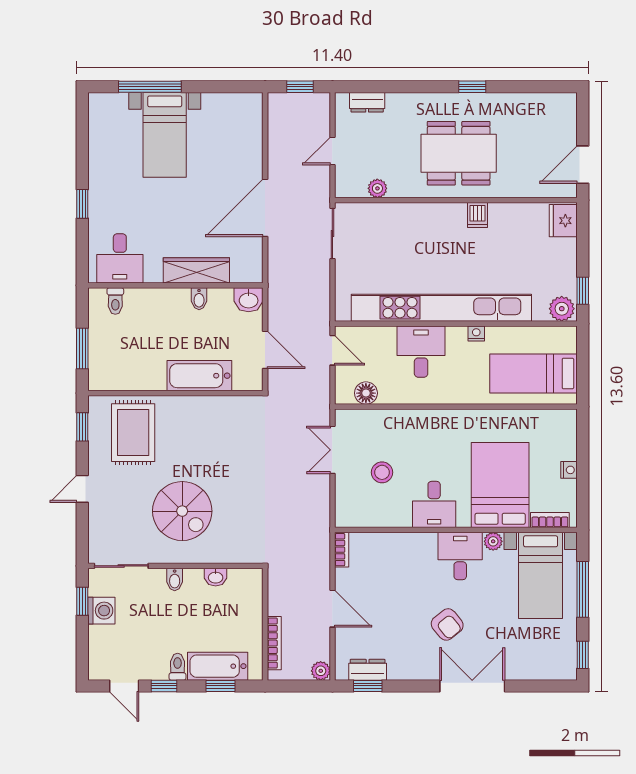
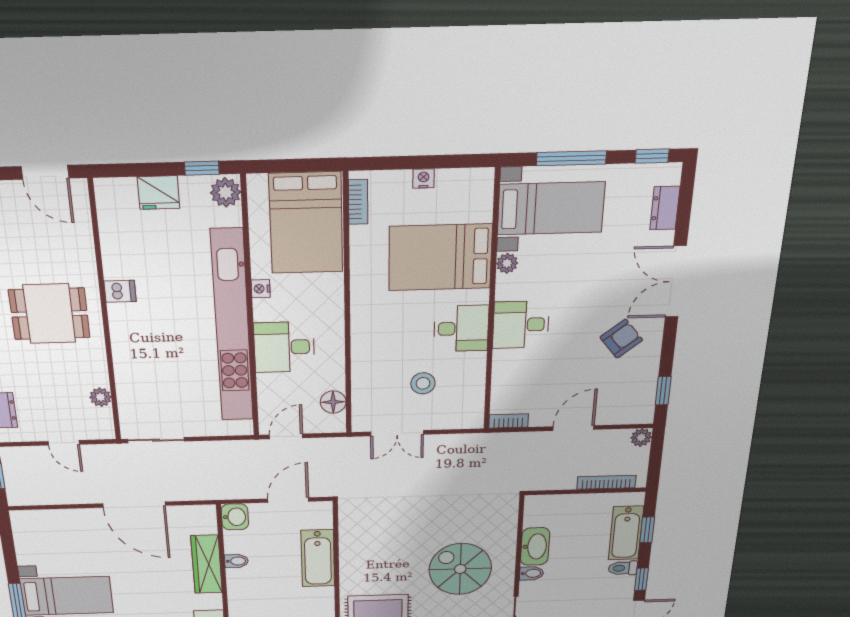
dining table: (459, 153) -> (49, 314), width x0.73
fridge: (563, 221) -> (159, 193), moved
bed: (534, 373) -> (306, 223), width x1.50
spiral stairs: (182, 511) -> (460, 569), turned -90
bookcase: (550, 520) -> (358, 202), moved, turned 180
desk: (460, 556) -> (521, 325), moved
washbasin: (216, 577) -> (535, 546), width x1.91, depth x1.45
armchair: (447, 624) -> (621, 339), moved
dresser: (368, 670) -> (665, 208), moved

